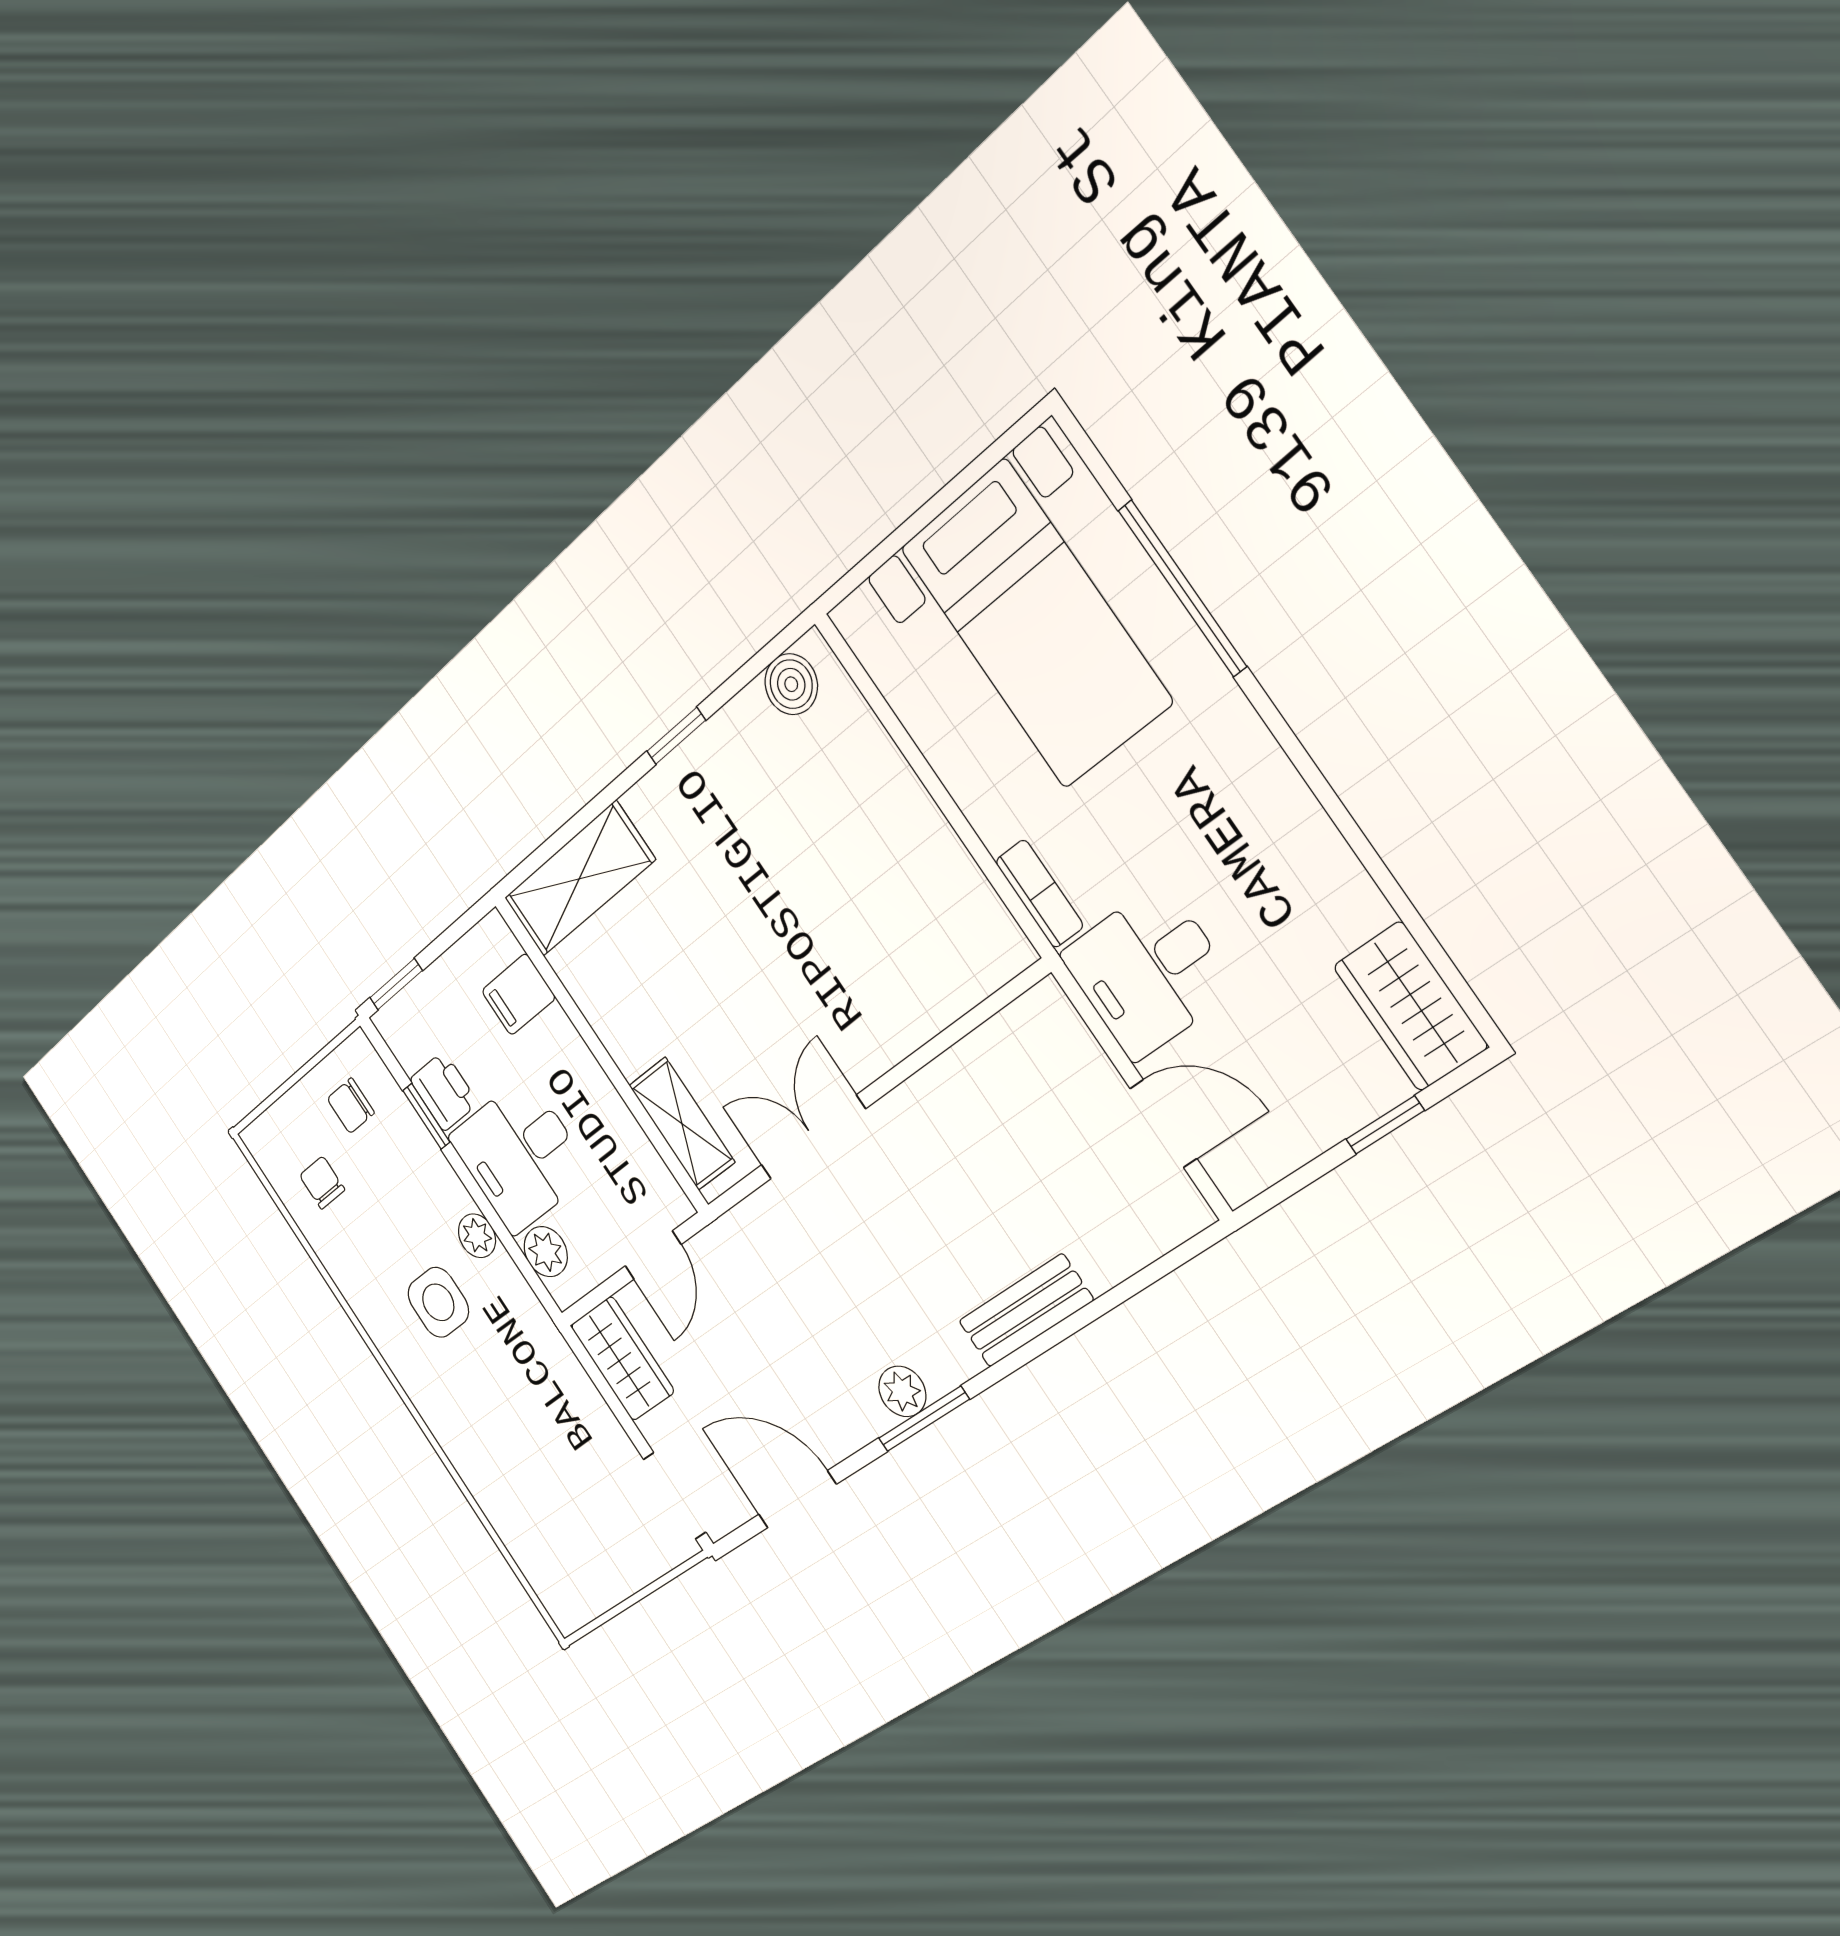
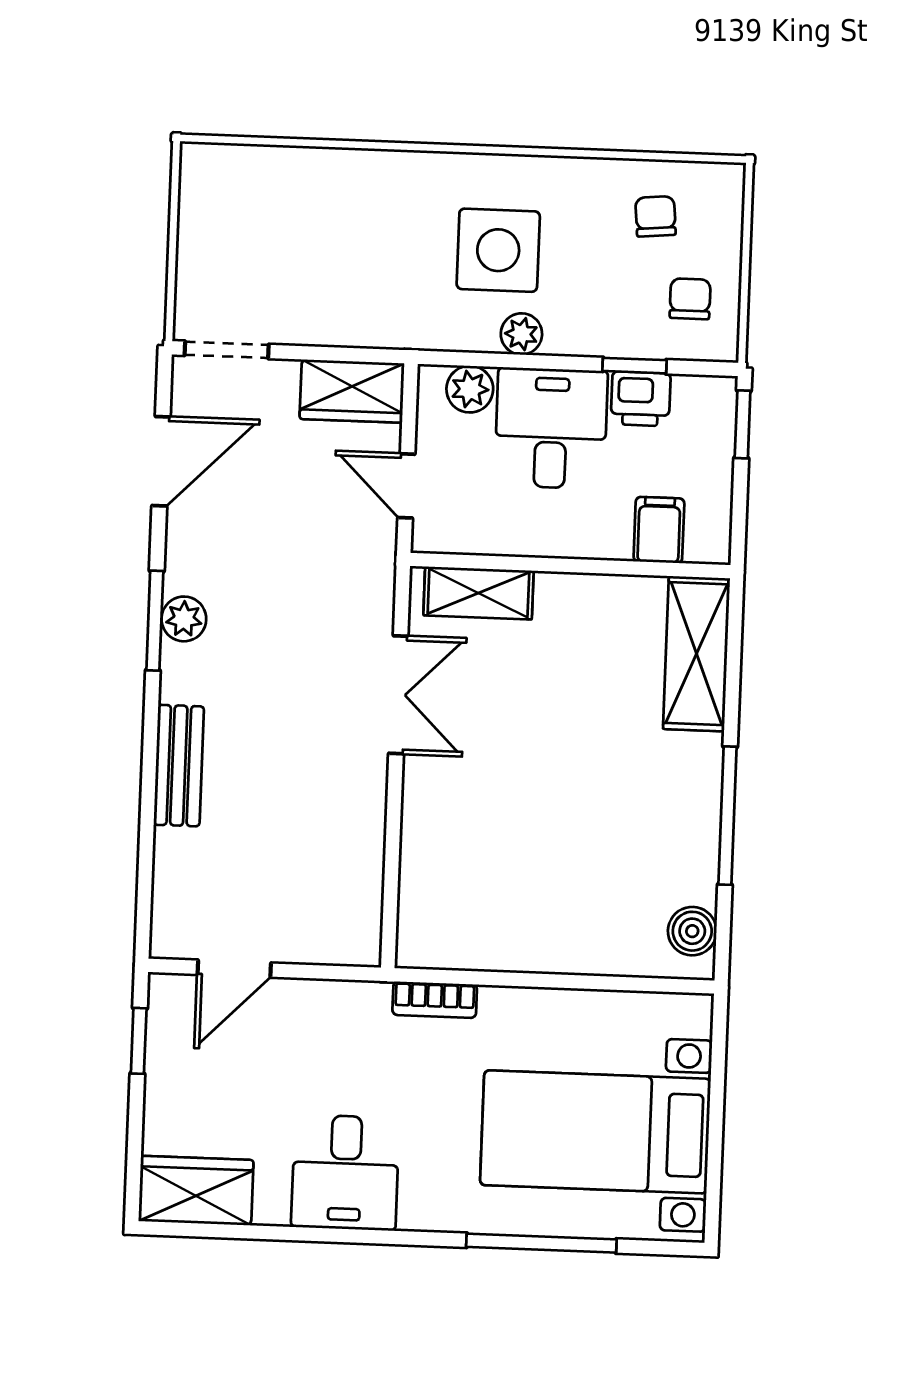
window: (676, 736) -> (728, 816), width x2.17
desk: (1148, 972) -> (345, 1173), moved, turned 180
window: (1385, 1125) -> (139, 1041), moved
chair: (322, 1183) -> (656, 216), turned -95
side table: (438, 1302) -> (498, 250), width x1.37, depth x1.37

